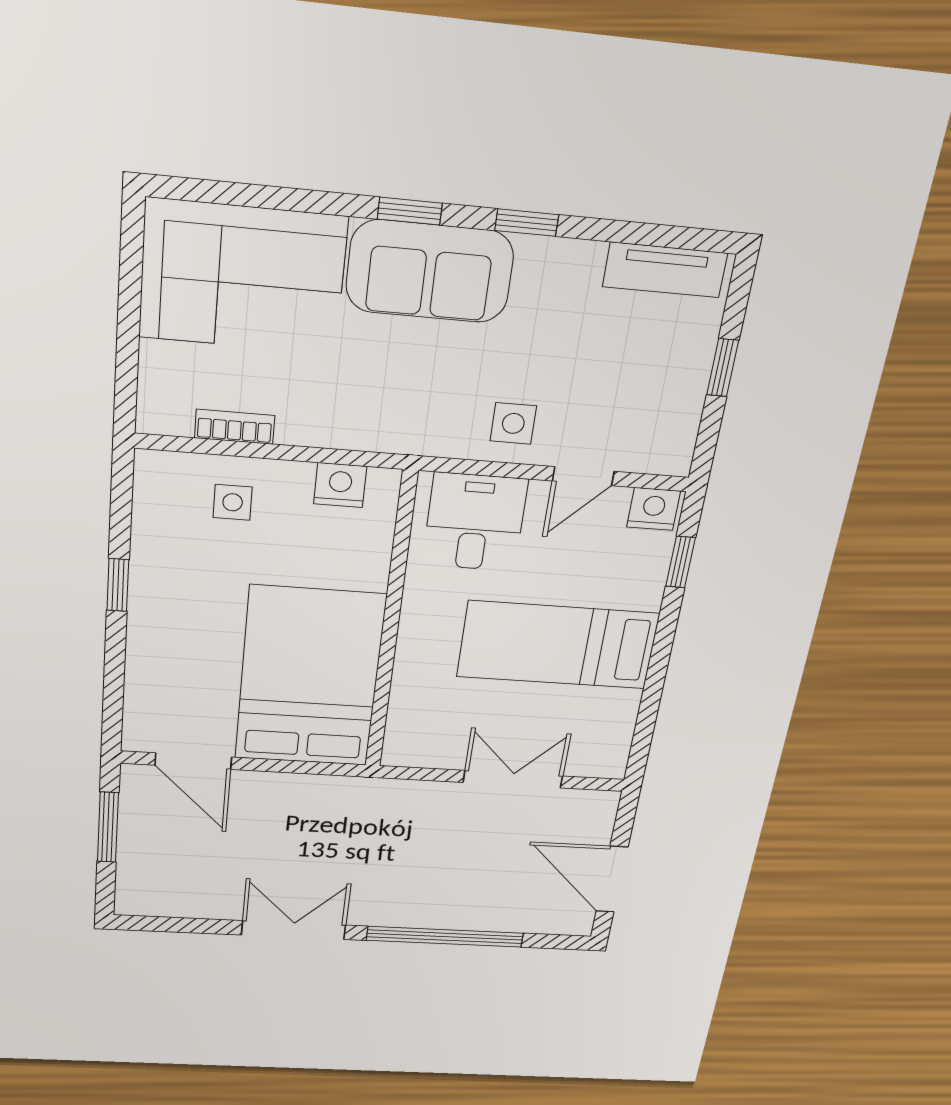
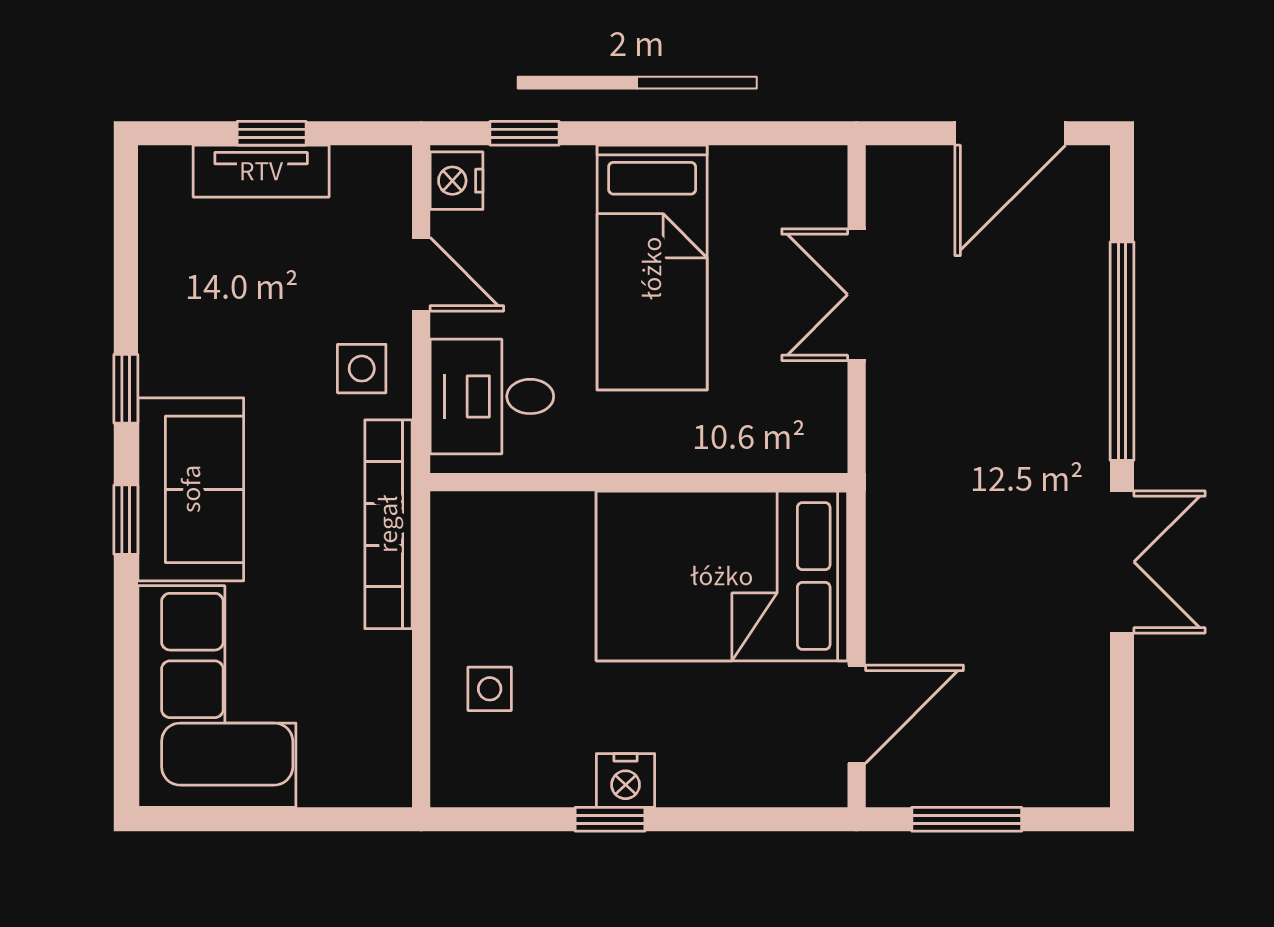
tv unit: (665, 270) -> (261, 171), moved, turned 90
bookcase: (235, 427) -> (388, 524), moved, width x2.31, depth x1.31
nightstand: (340, 485) -> (626, 780), moved, turned -90
double door: (294, 930) -> (1122, 562), swing flipped

